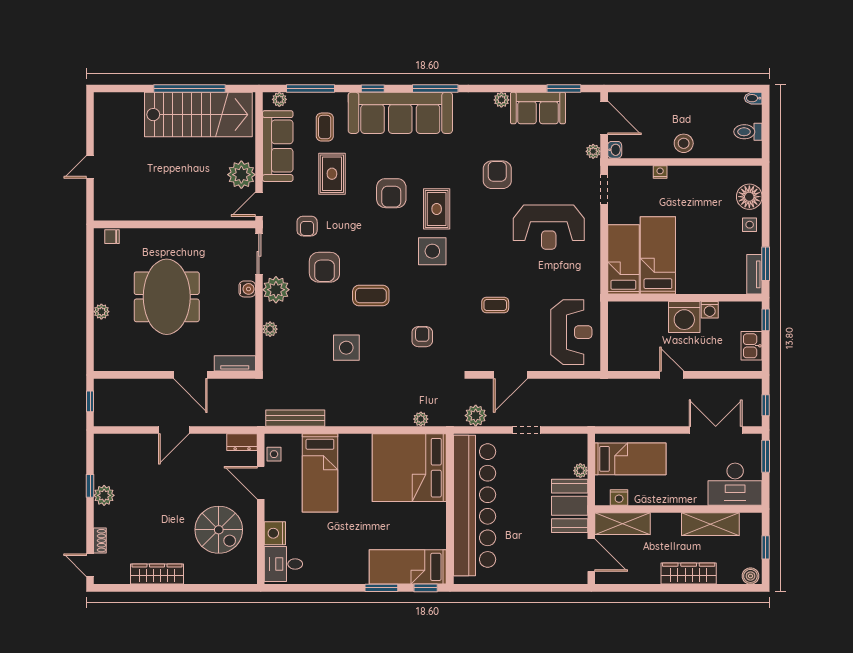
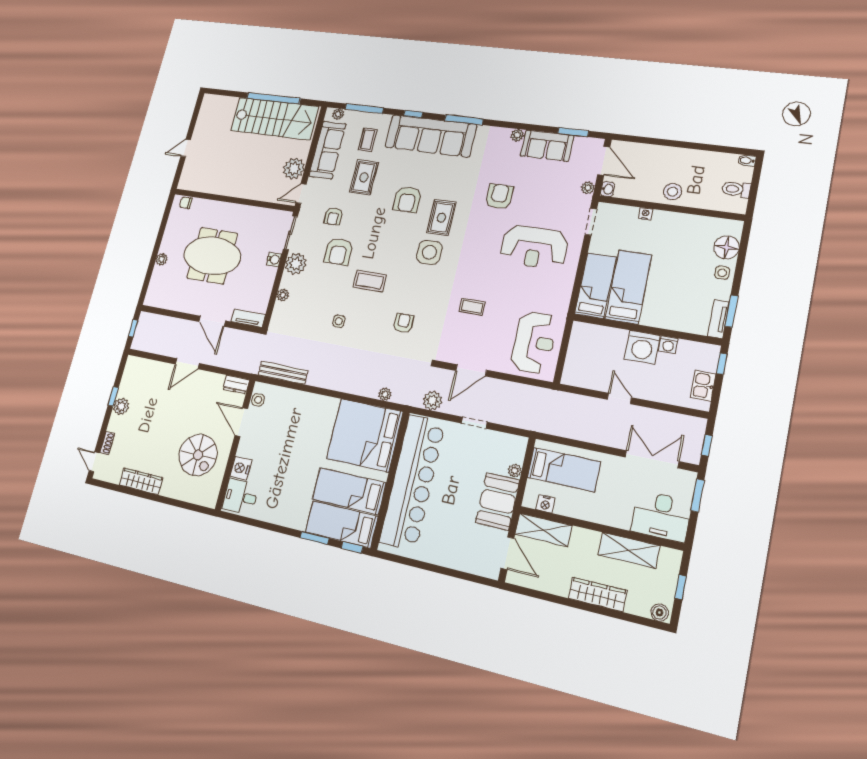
meeting table: (167, 297) -> (212, 256), turned 90
side table: (346, 348) -> (339, 321), width x0.54, depth x0.54
bed: (320, 473) -> (349, 491), moved, turned 90

